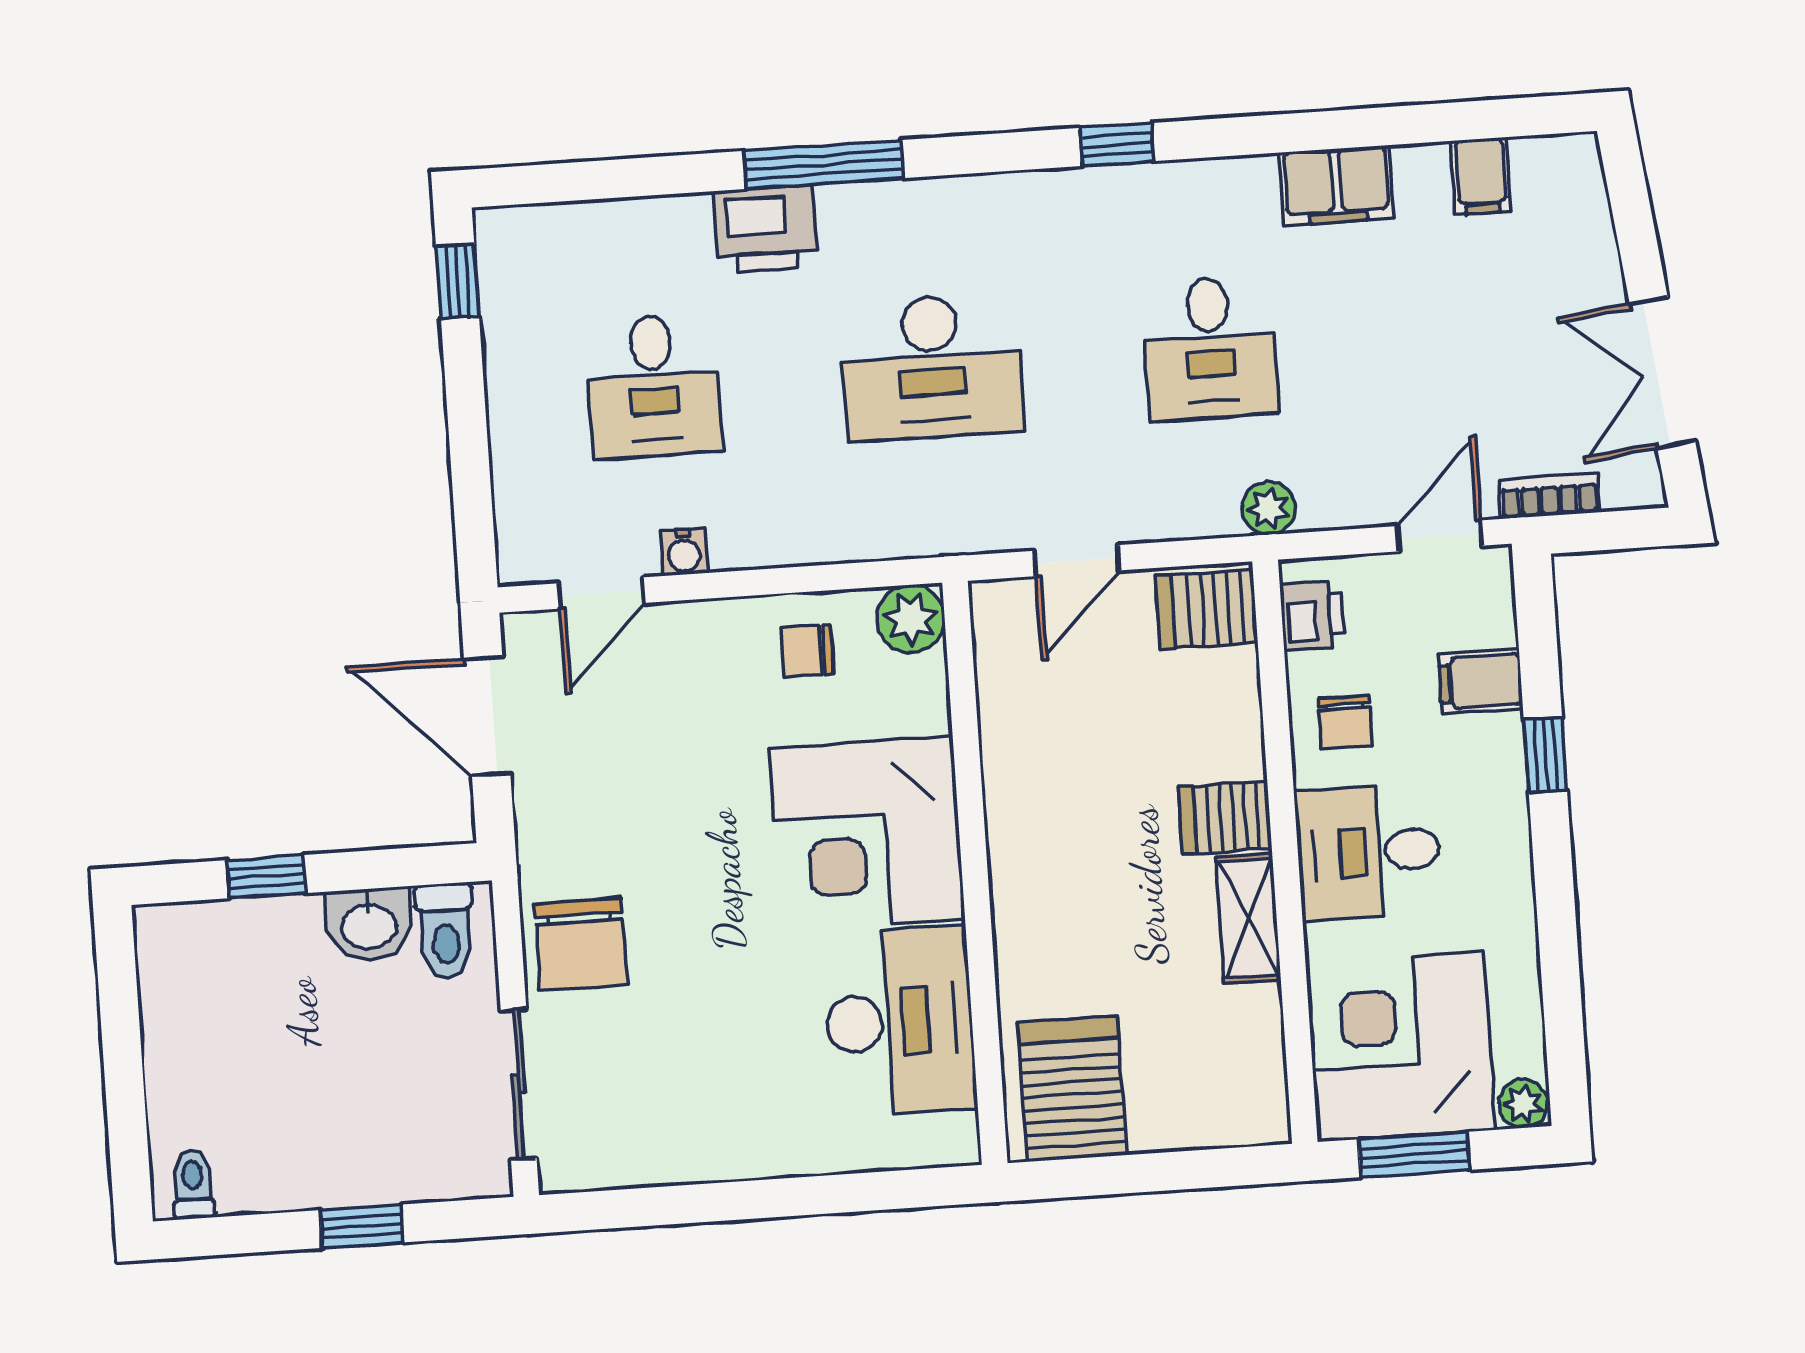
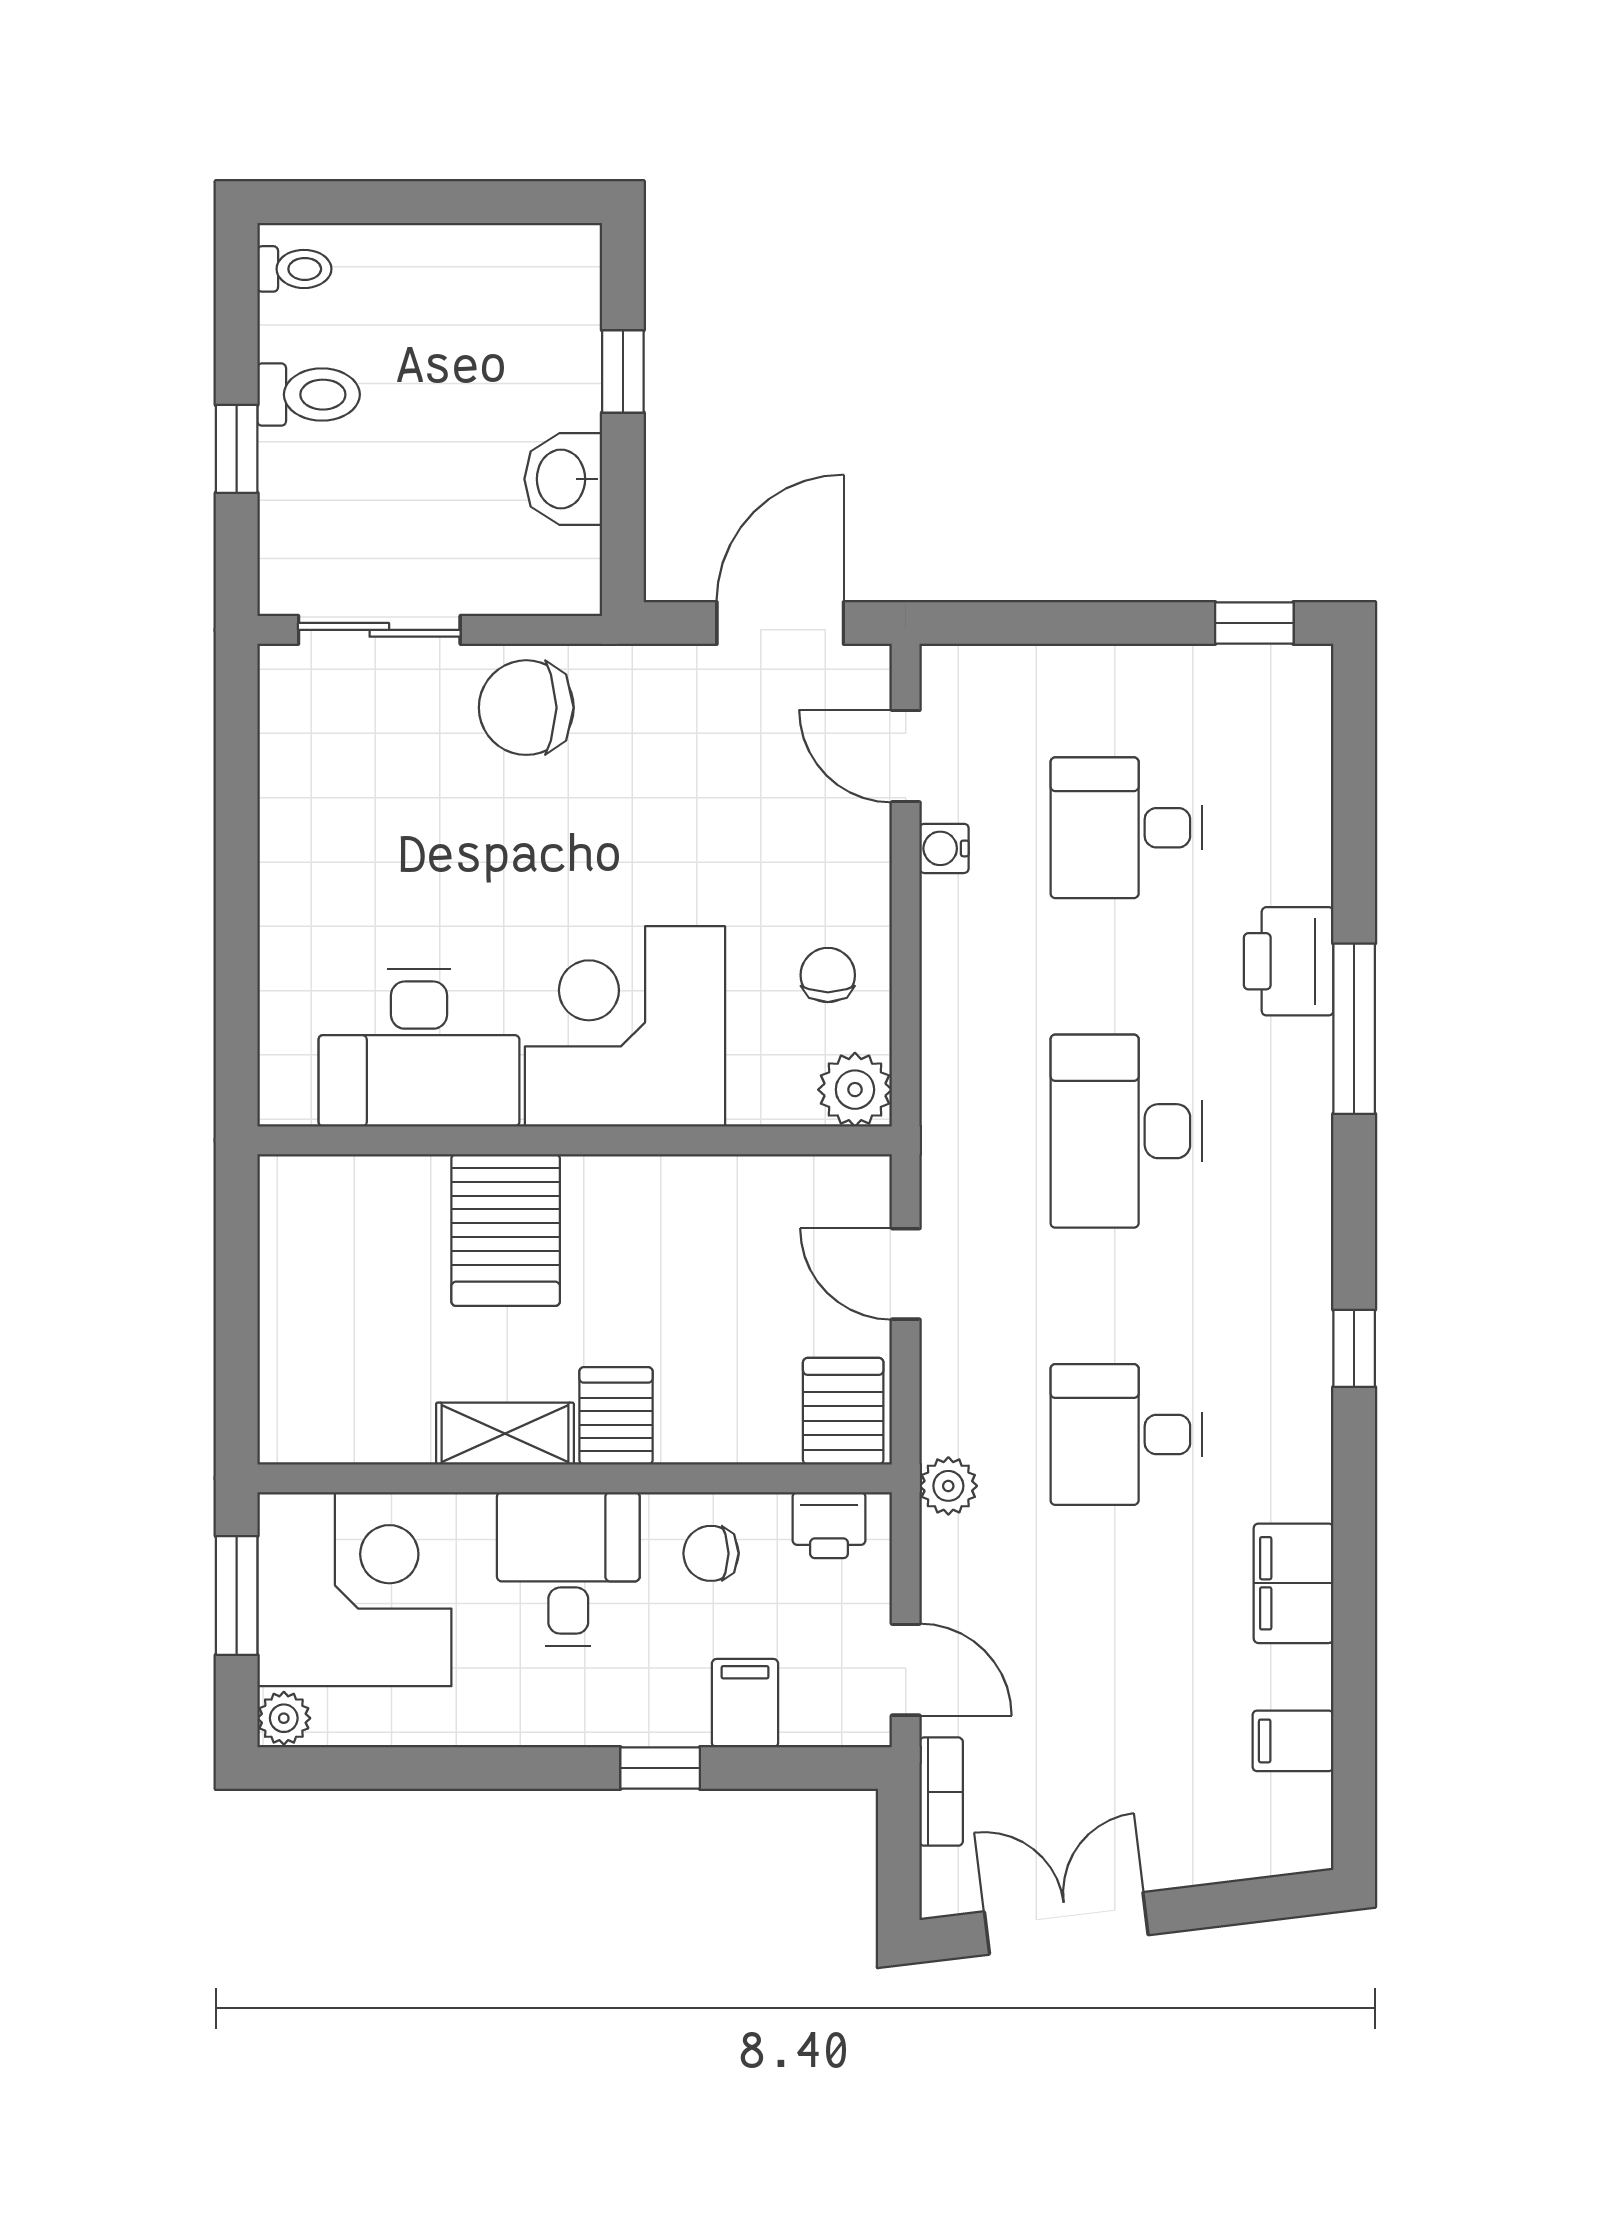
toilet: (445, 931) -> (309, 395), moved, turned 180
server rack: (1072, 1089) -> (506, 1230), moved, turned 90

